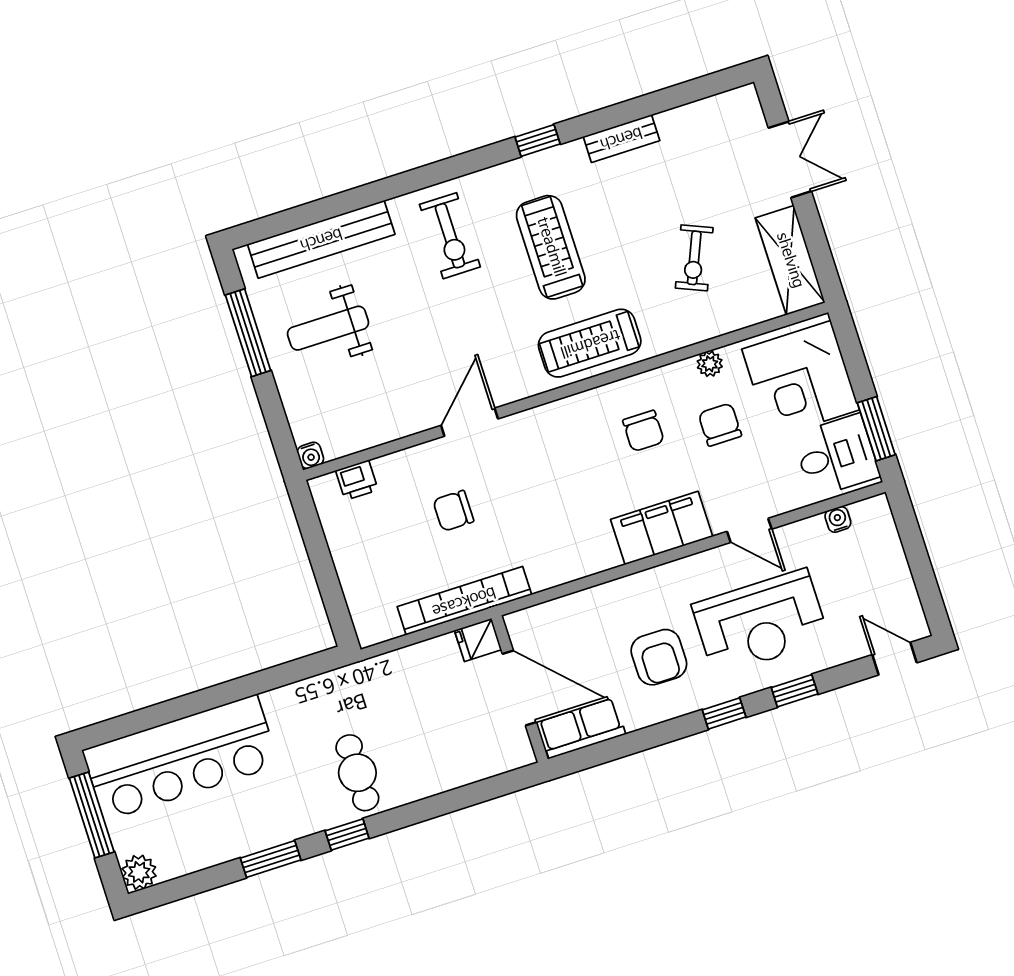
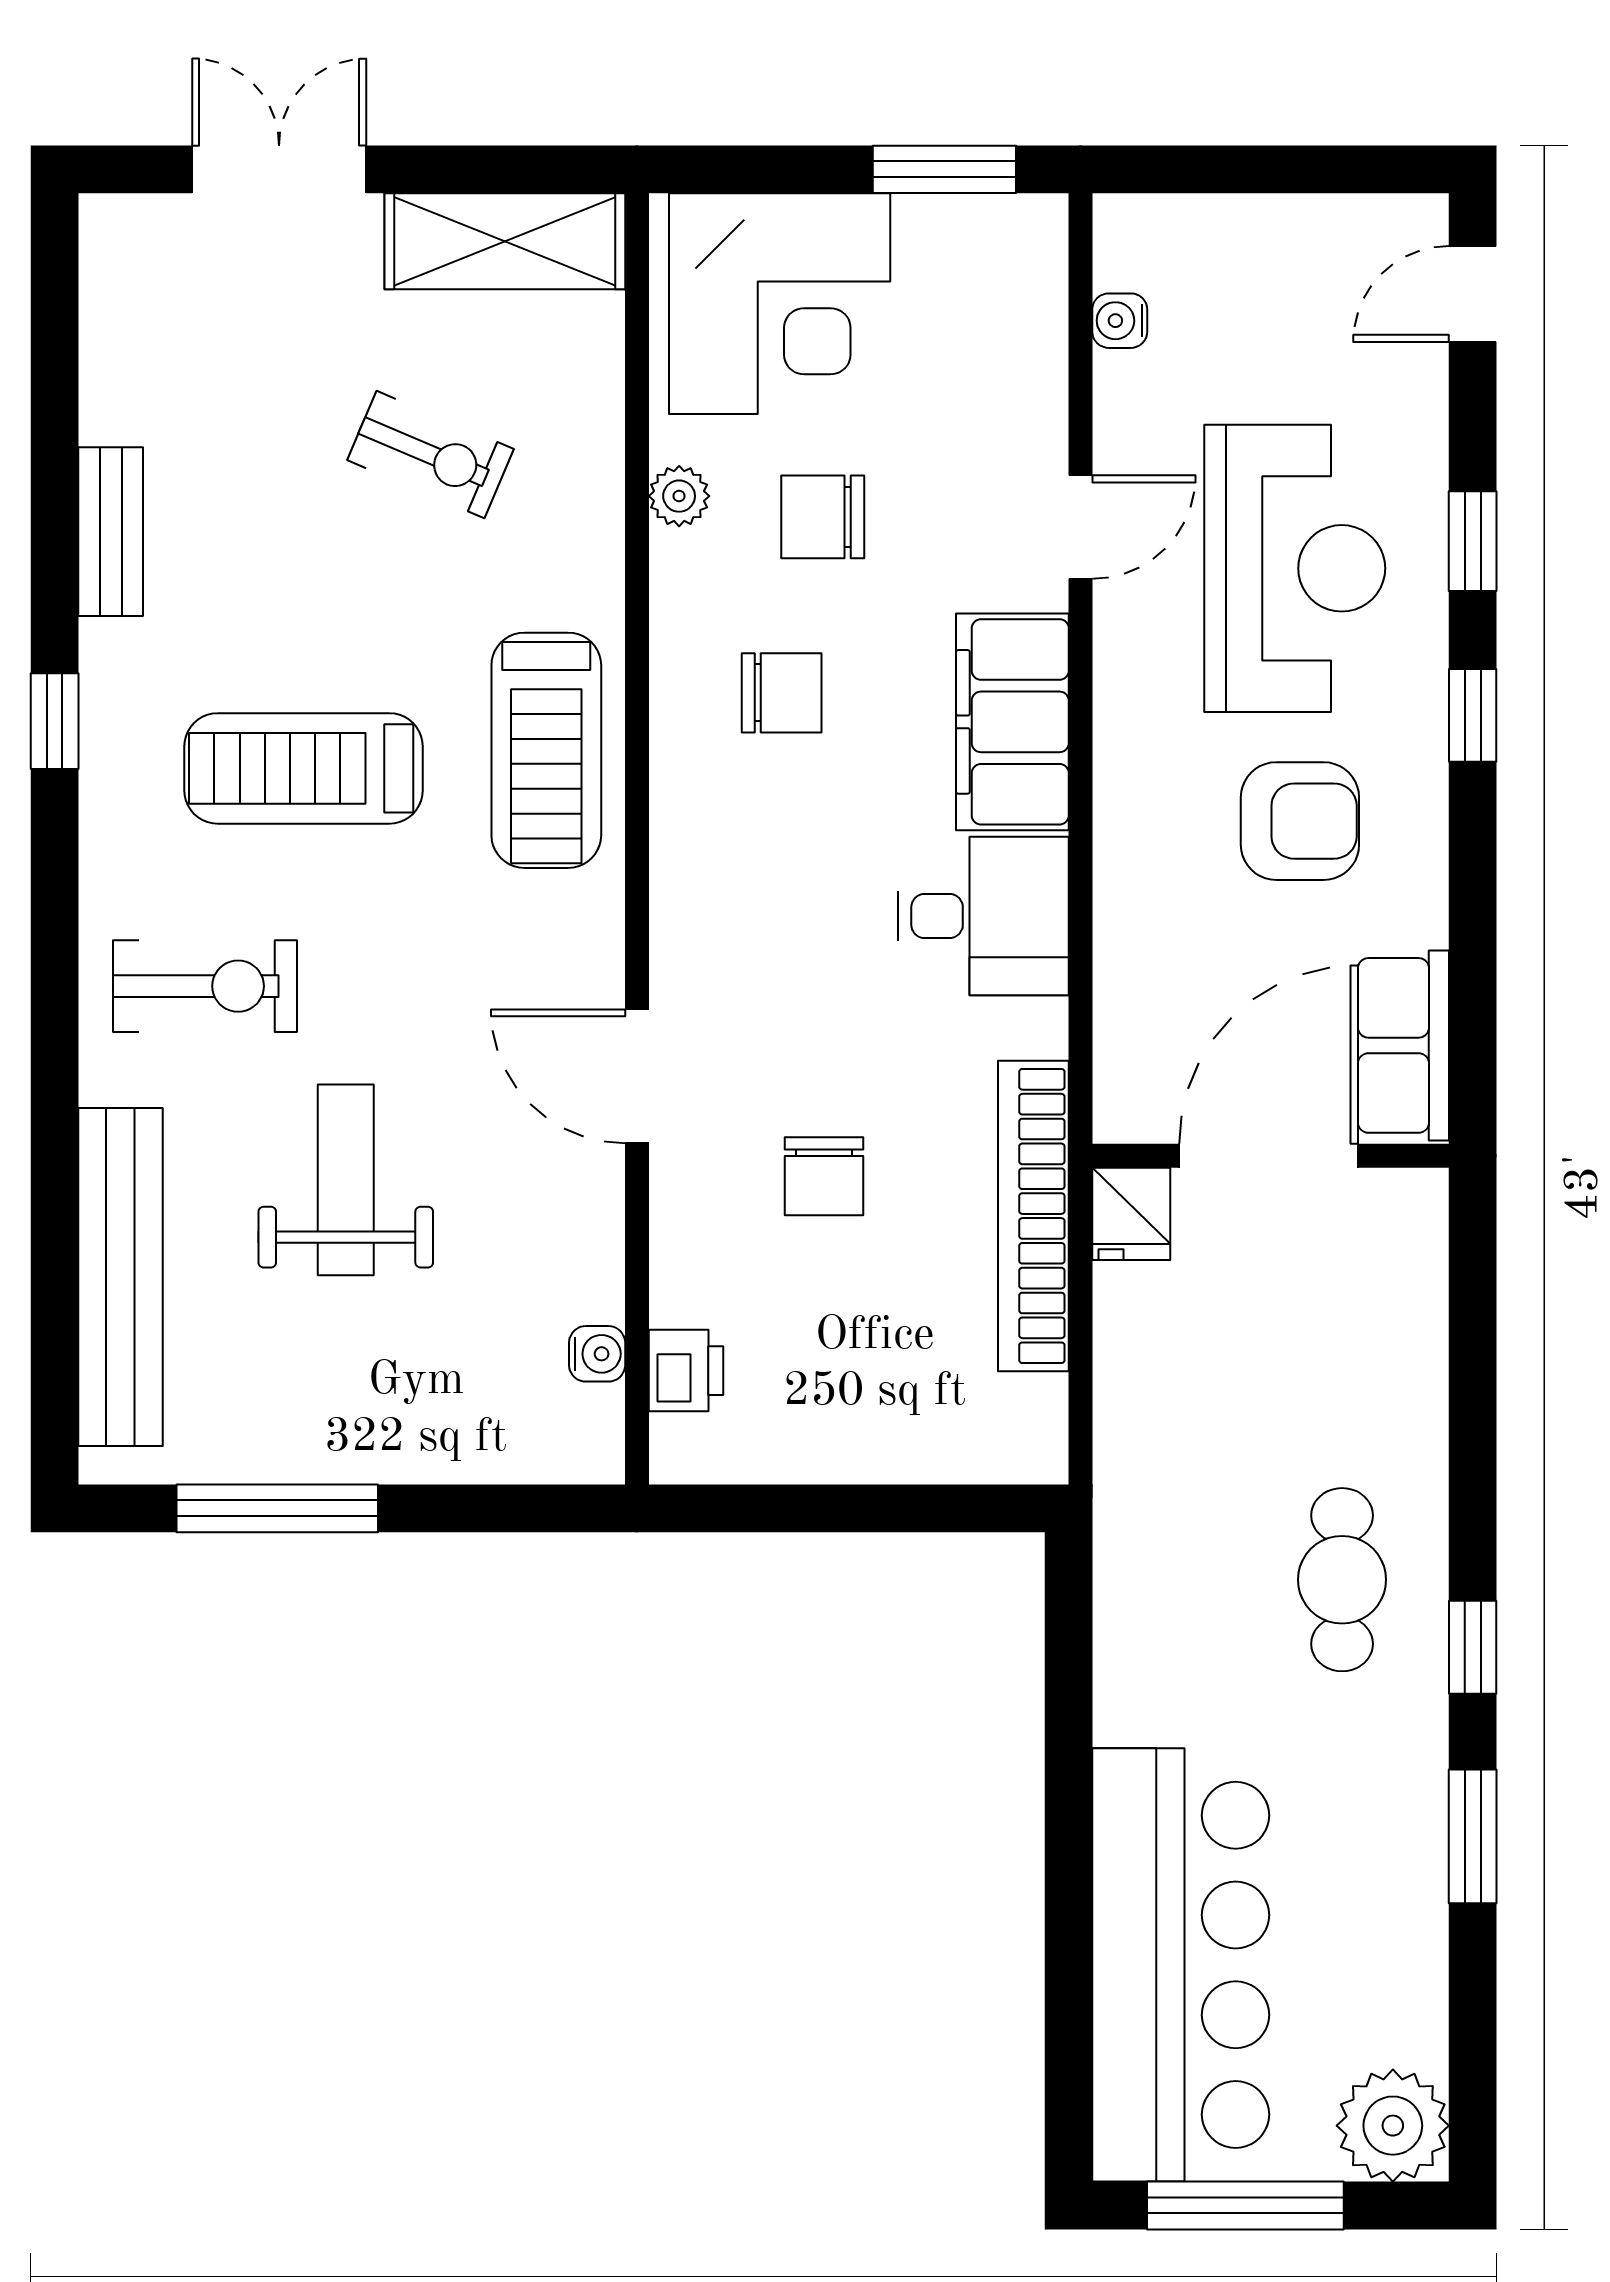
weight bench: (328, 328) -> (346, 1180), moved, turned 180
water cooler: (310, 455) -> (597, 1354), moved
desk: (836, 456) -> (983, 916), moved, turned 90
cafe table: (357, 773) -> (1342, 1580), turned 90
plant: (139, 872) -> (1393, 2126), width x1.36, depth x1.36

